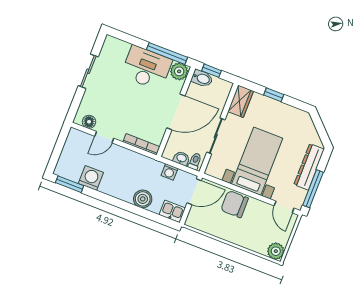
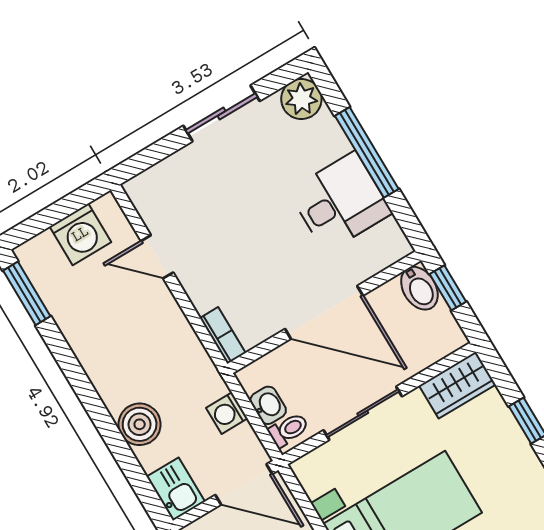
window: (167, 53) -> (367, 152), moved
desk: (147, 68) -> (340, 202), width x0.73
plant: (179, 71) -> (301, 99), moved
floor lamp: (89, 122) -> (151, 207), removed
bookcase: (141, 144) -> (223, 336), width x0.64
washing machine: (91, 178) -> (80, 234), moved, turned 90

